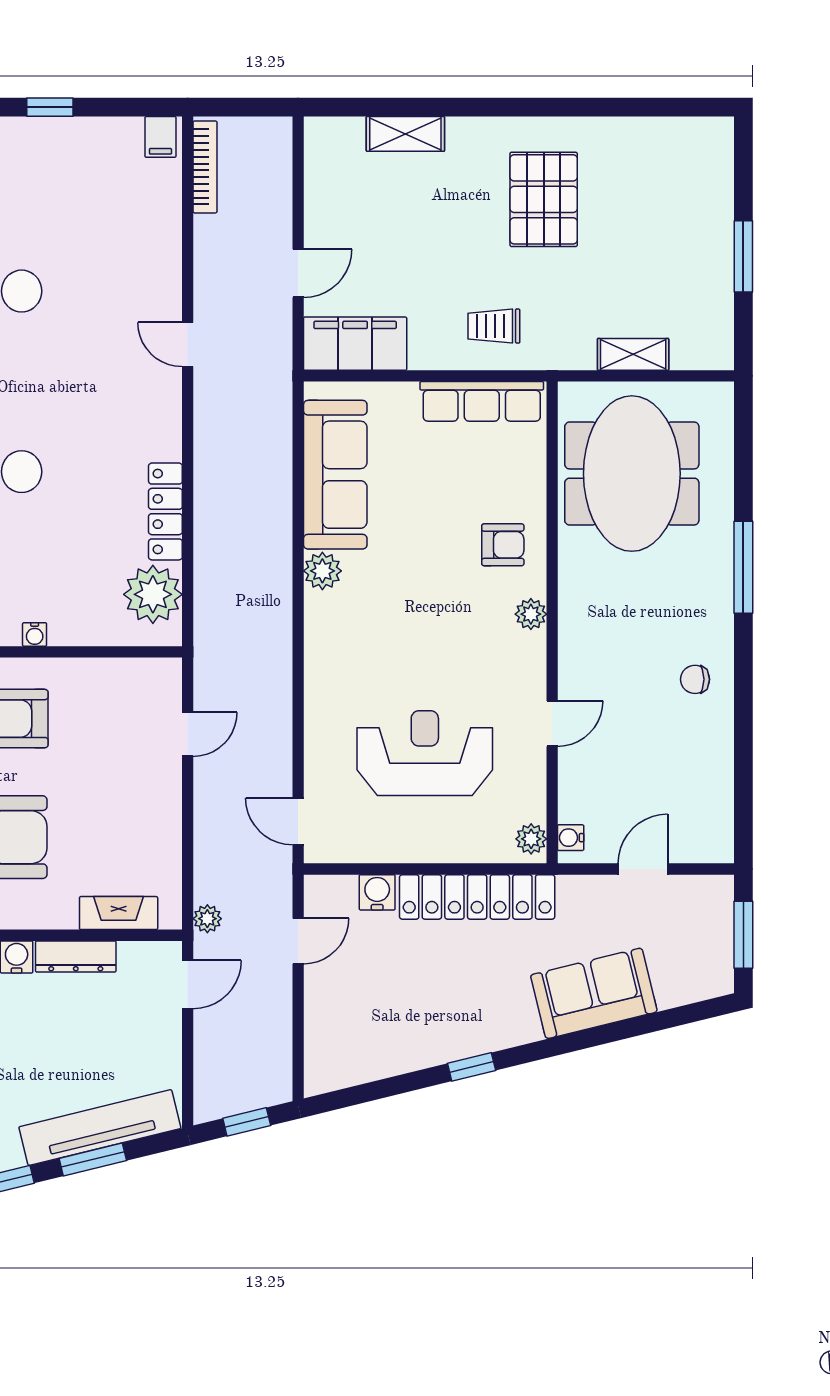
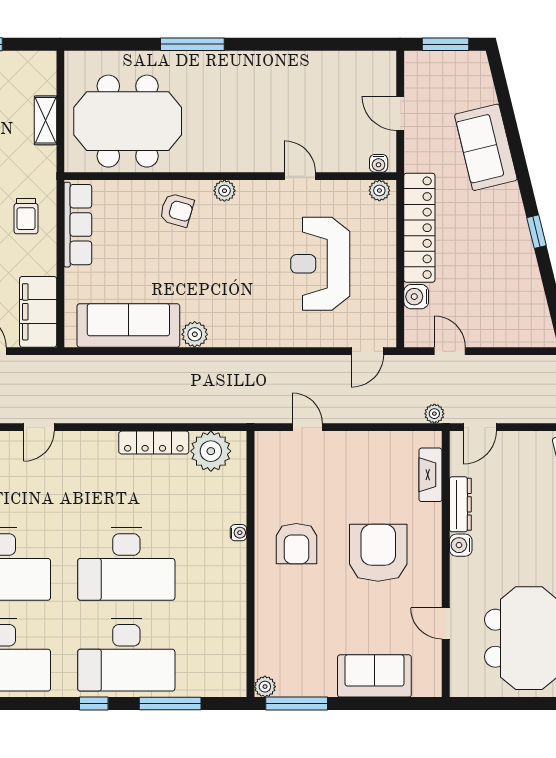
armchair: (503, 545) -> (177, 210), turned 106
chair: (695, 679) -> (269, 78), removed
door: (188, 984) -> (480, 427), swing flipped

